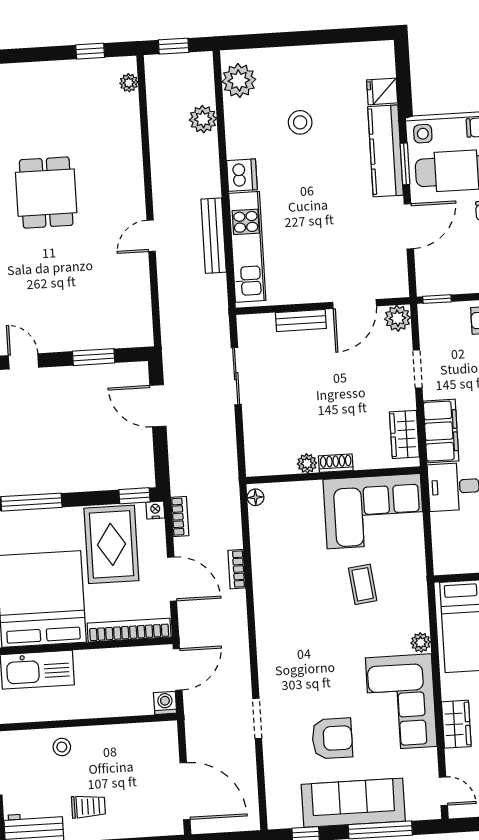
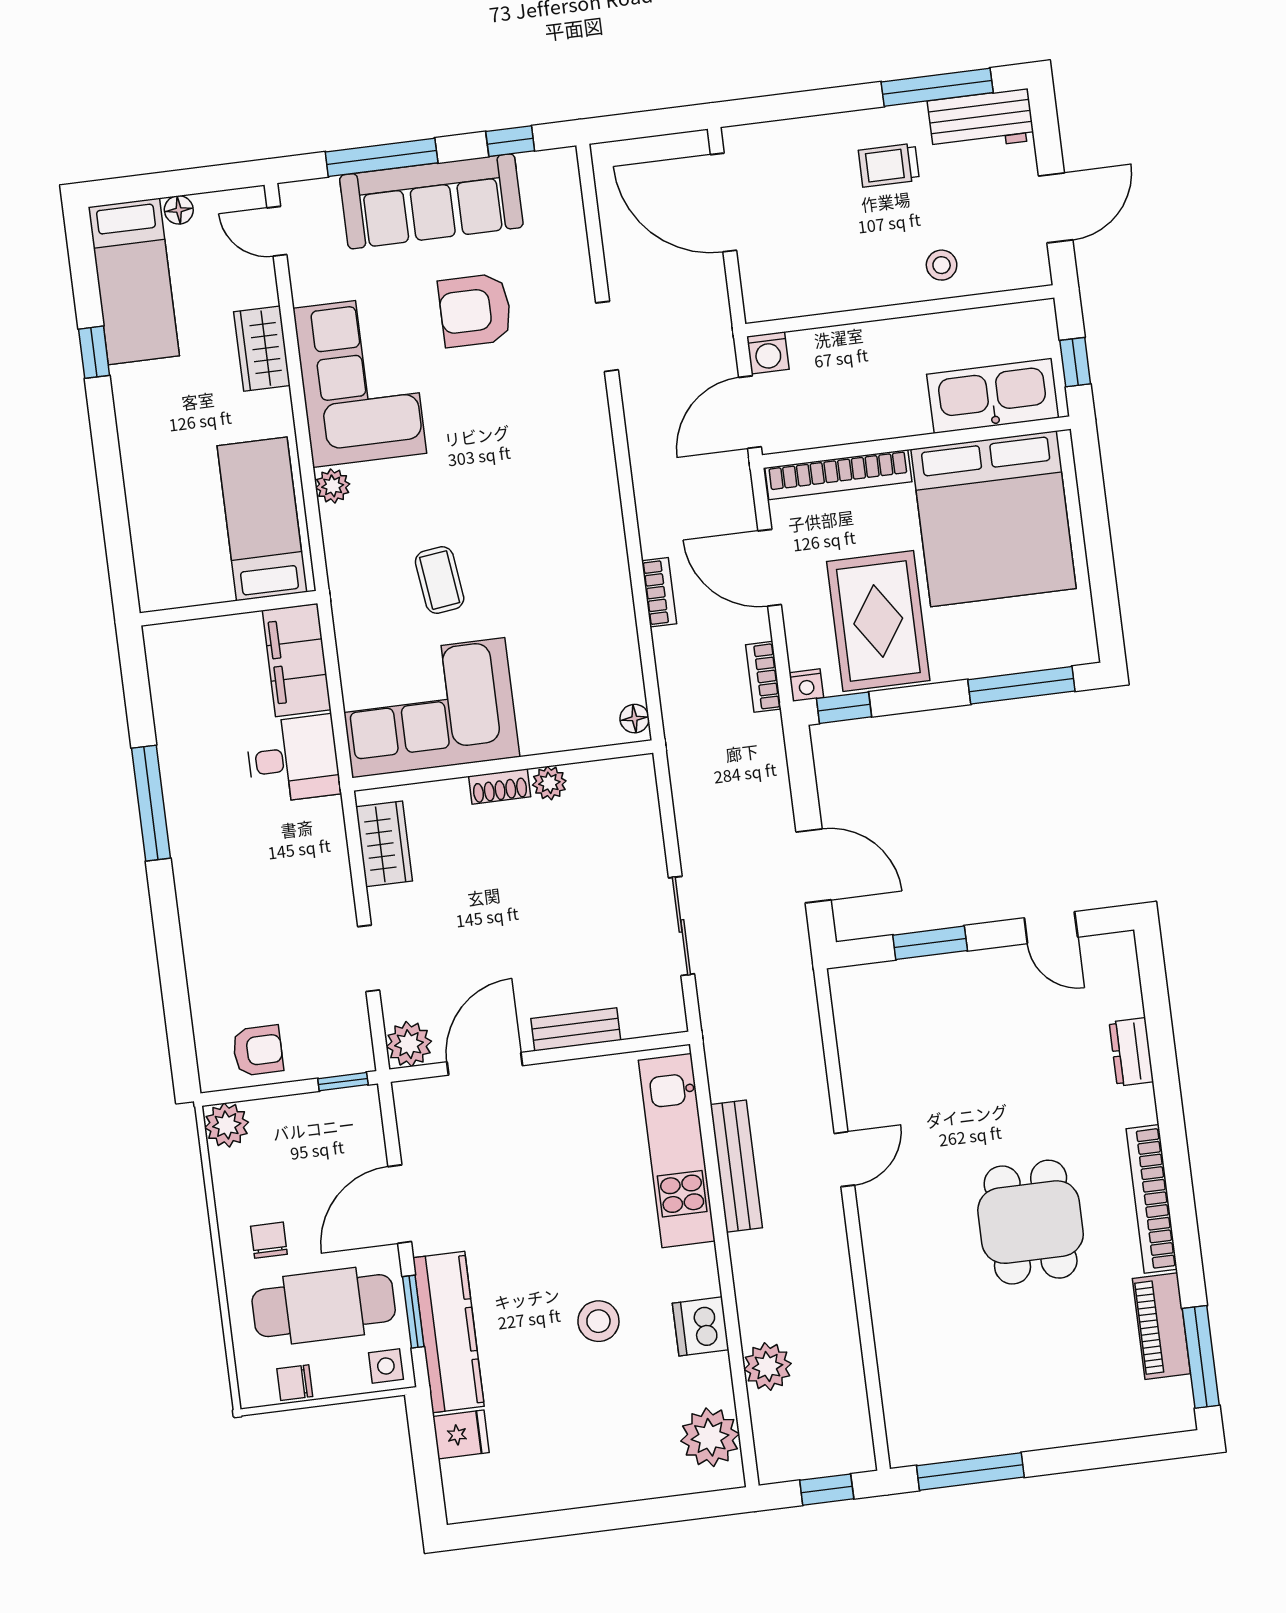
window: (90, 51) -> (970, 1471), width x2.17
plant: (129, 83) -> (900, 1421), removed
stool: (300, 122) -> (598, 1321), moved
dishwasher: (242, 175) -> (701, 1326), moved
filing cabinet: (441, 431) -> (297, 660), moved

